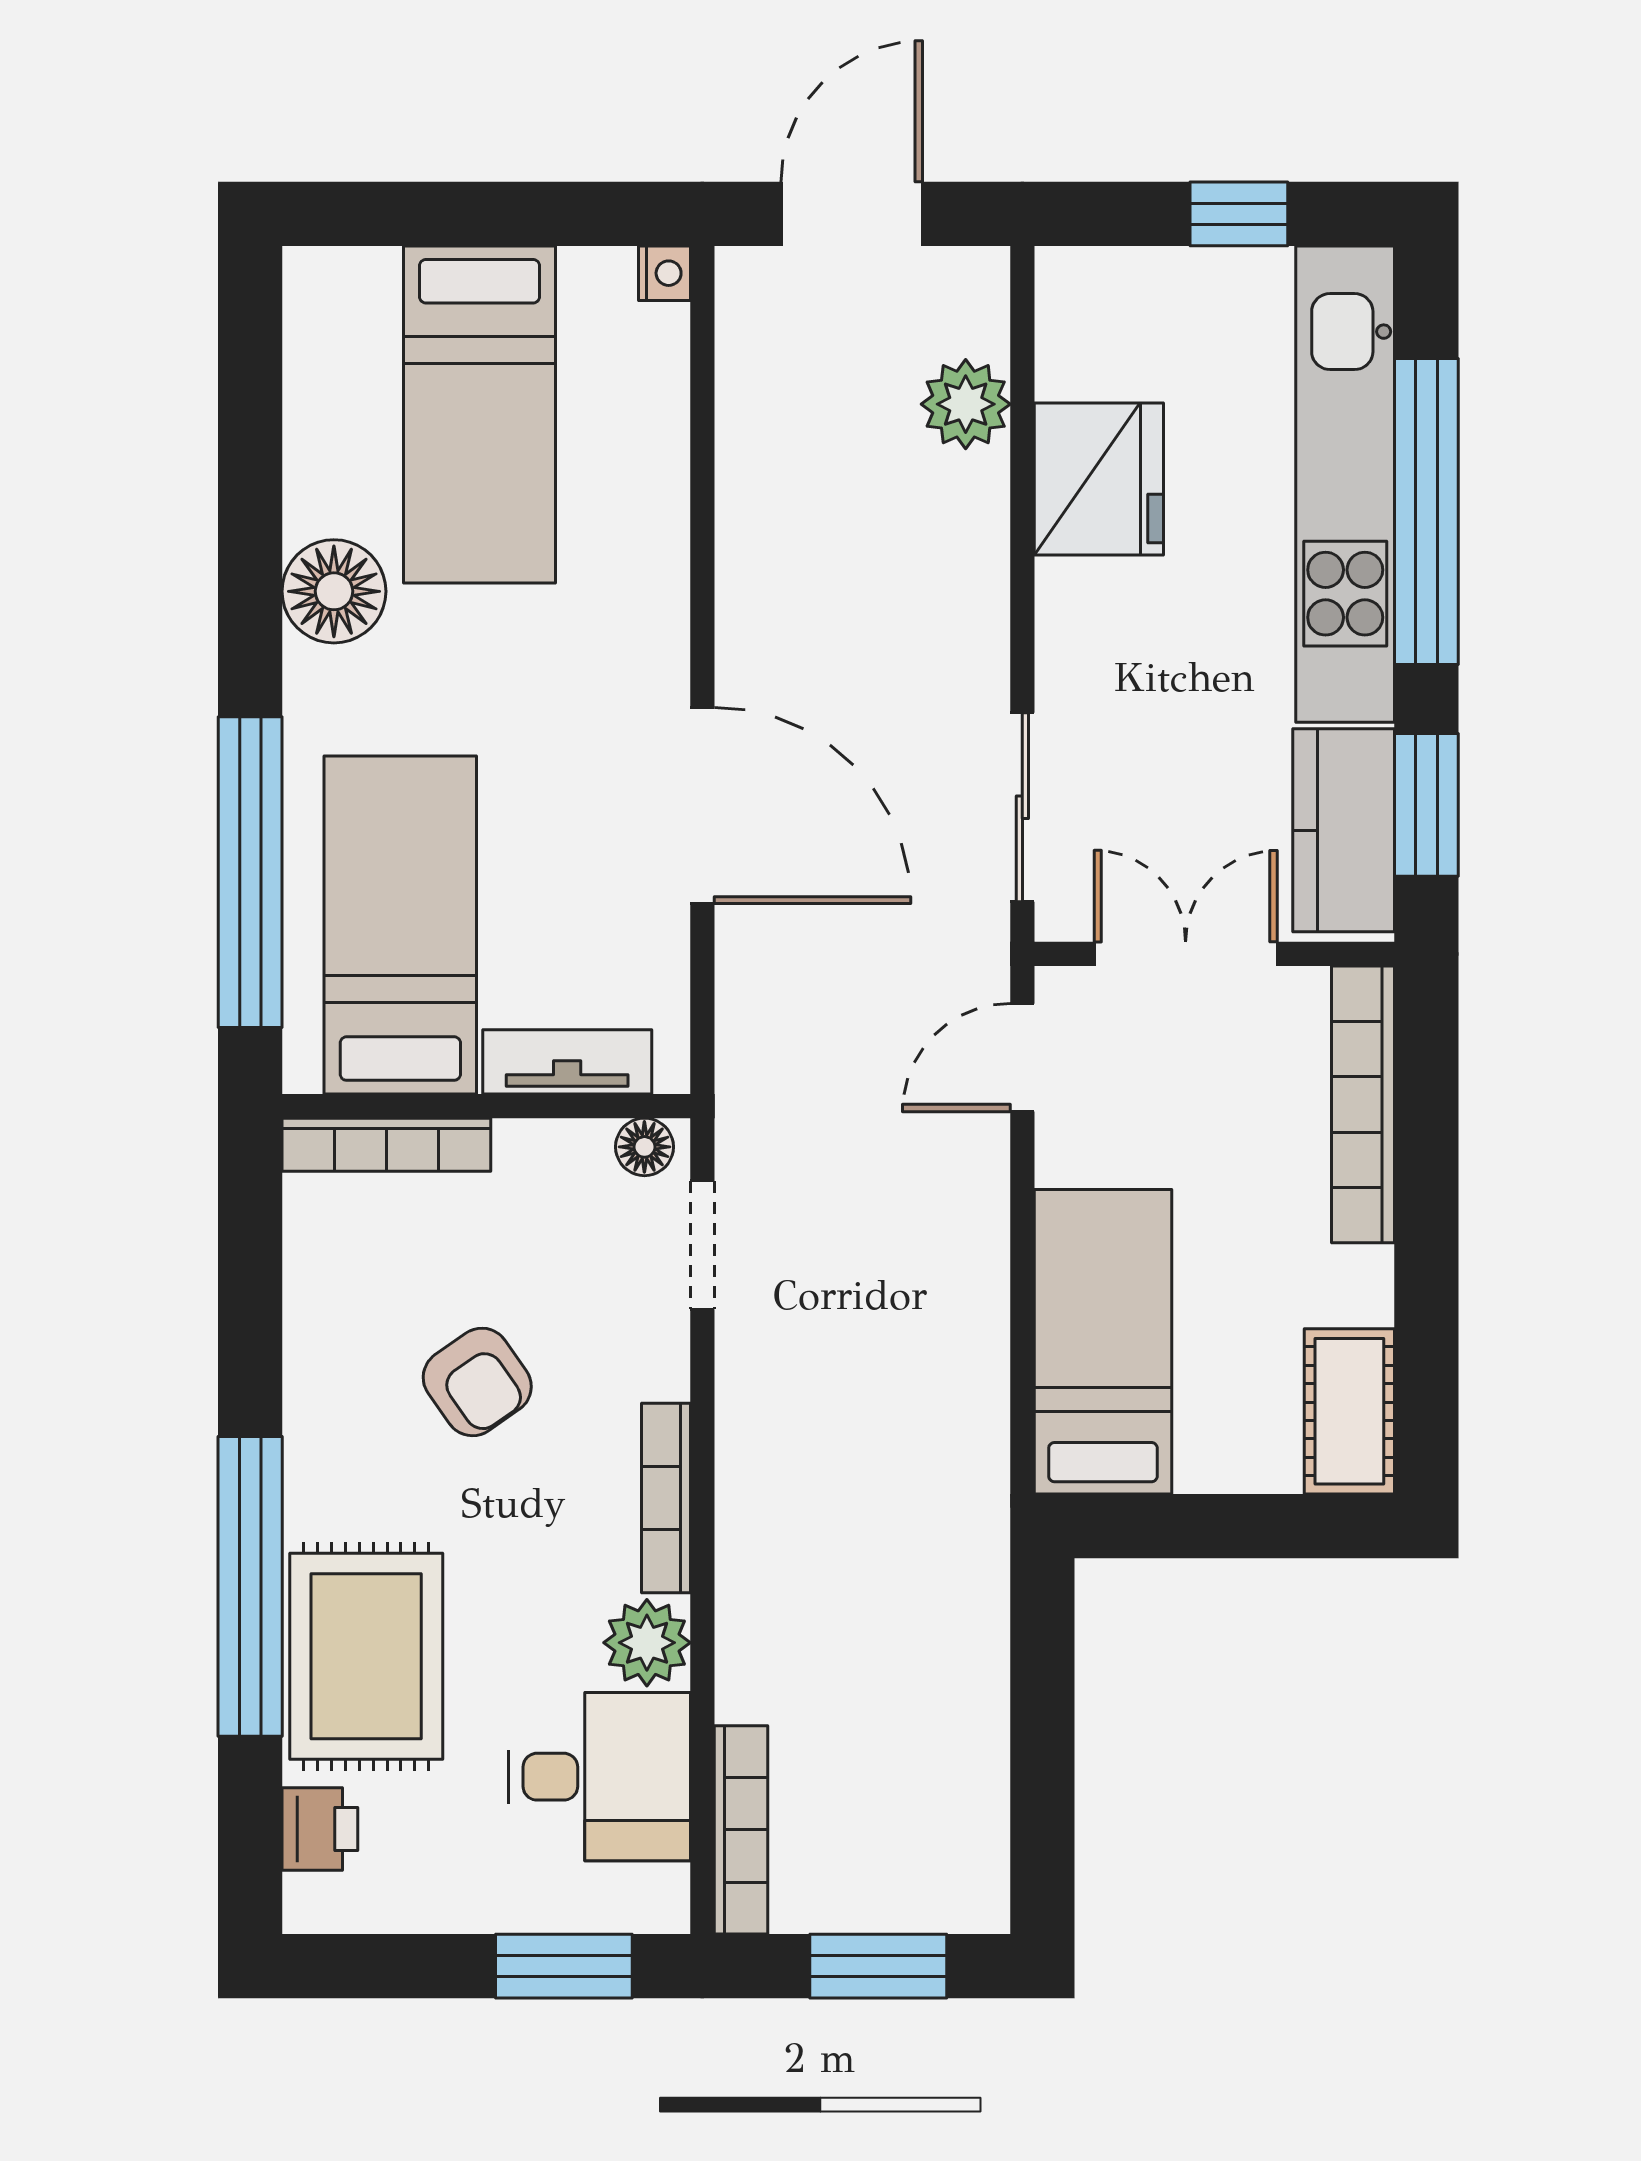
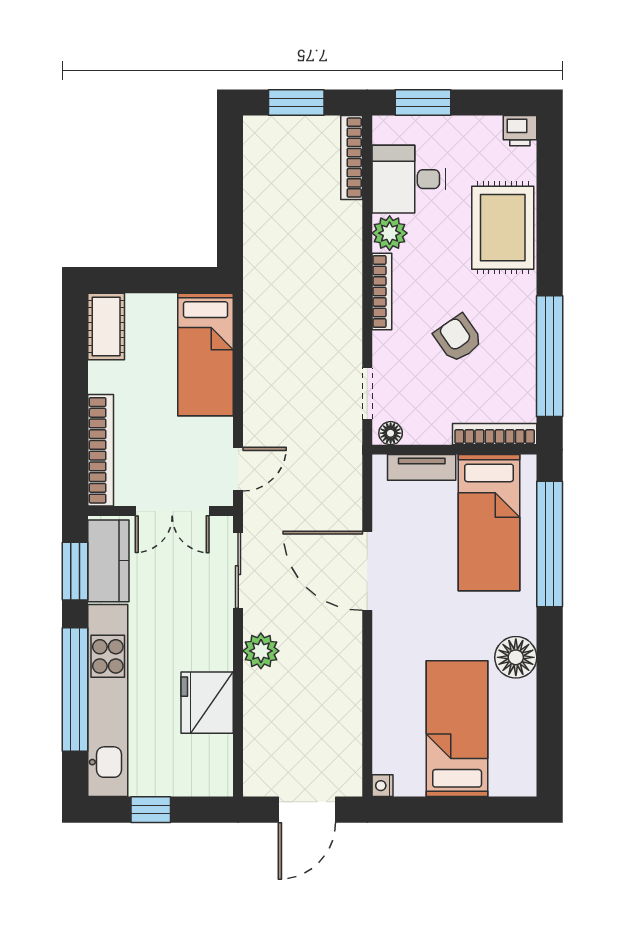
plant: (966, 404) -> (261, 651), moved
window: (250, 1586) -> (550, 356), moved
printer: (320, 1829) -> (520, 131), moved, turned -90

